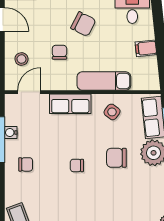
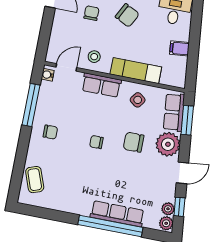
chair: (59, 52) -> (91, 13), moved
stool: (21, 59) -> (94, 57), moved
water cooler: (11, 133) -> (48, 75), moved

